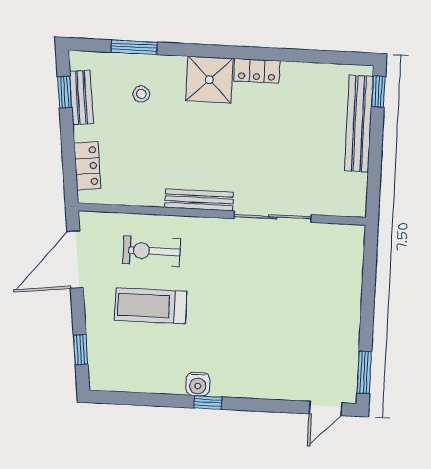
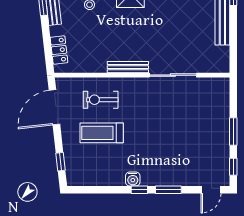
window: (367, 314) -> (233, 131), added
window: (364, 372) -> (233, 167), width x0.67
window: (256, 405) -> (168, 190), added

